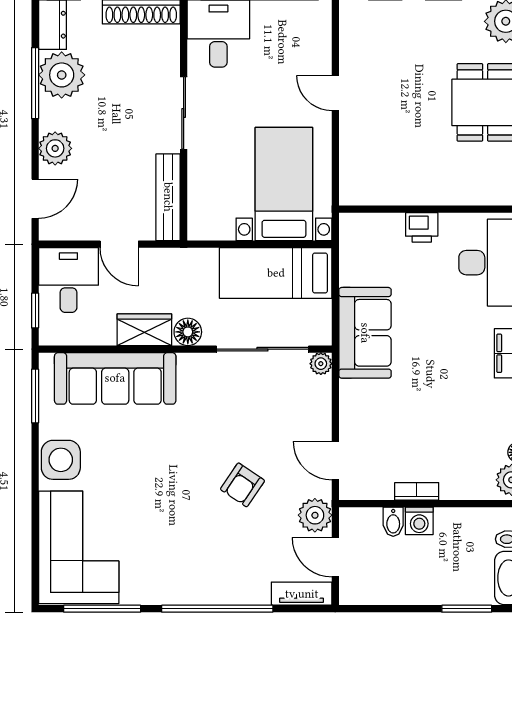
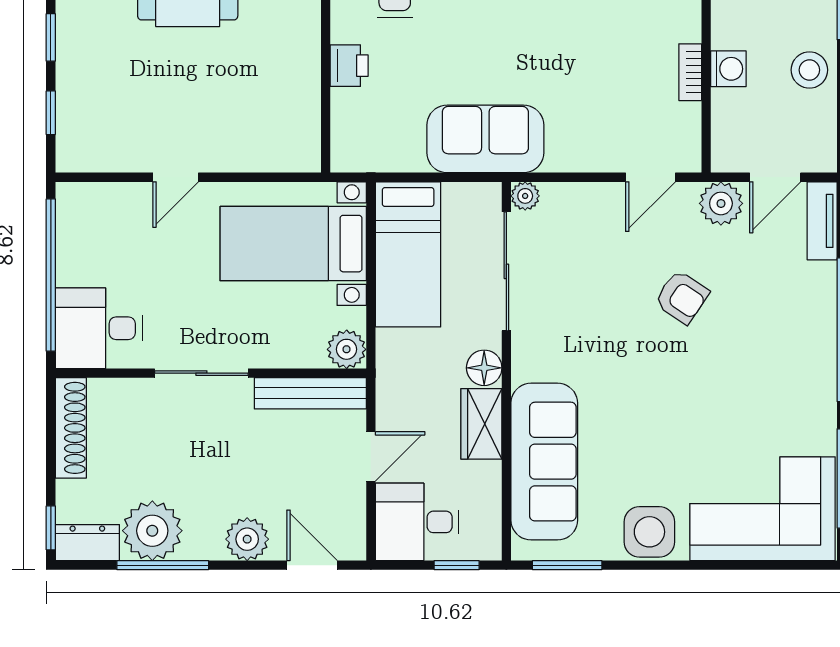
plant: (202, 225) -> (347, 349), added
bidet: (393, 522) -> (729, 102), removed
stool: (418, 584) -> (809, 70), added

